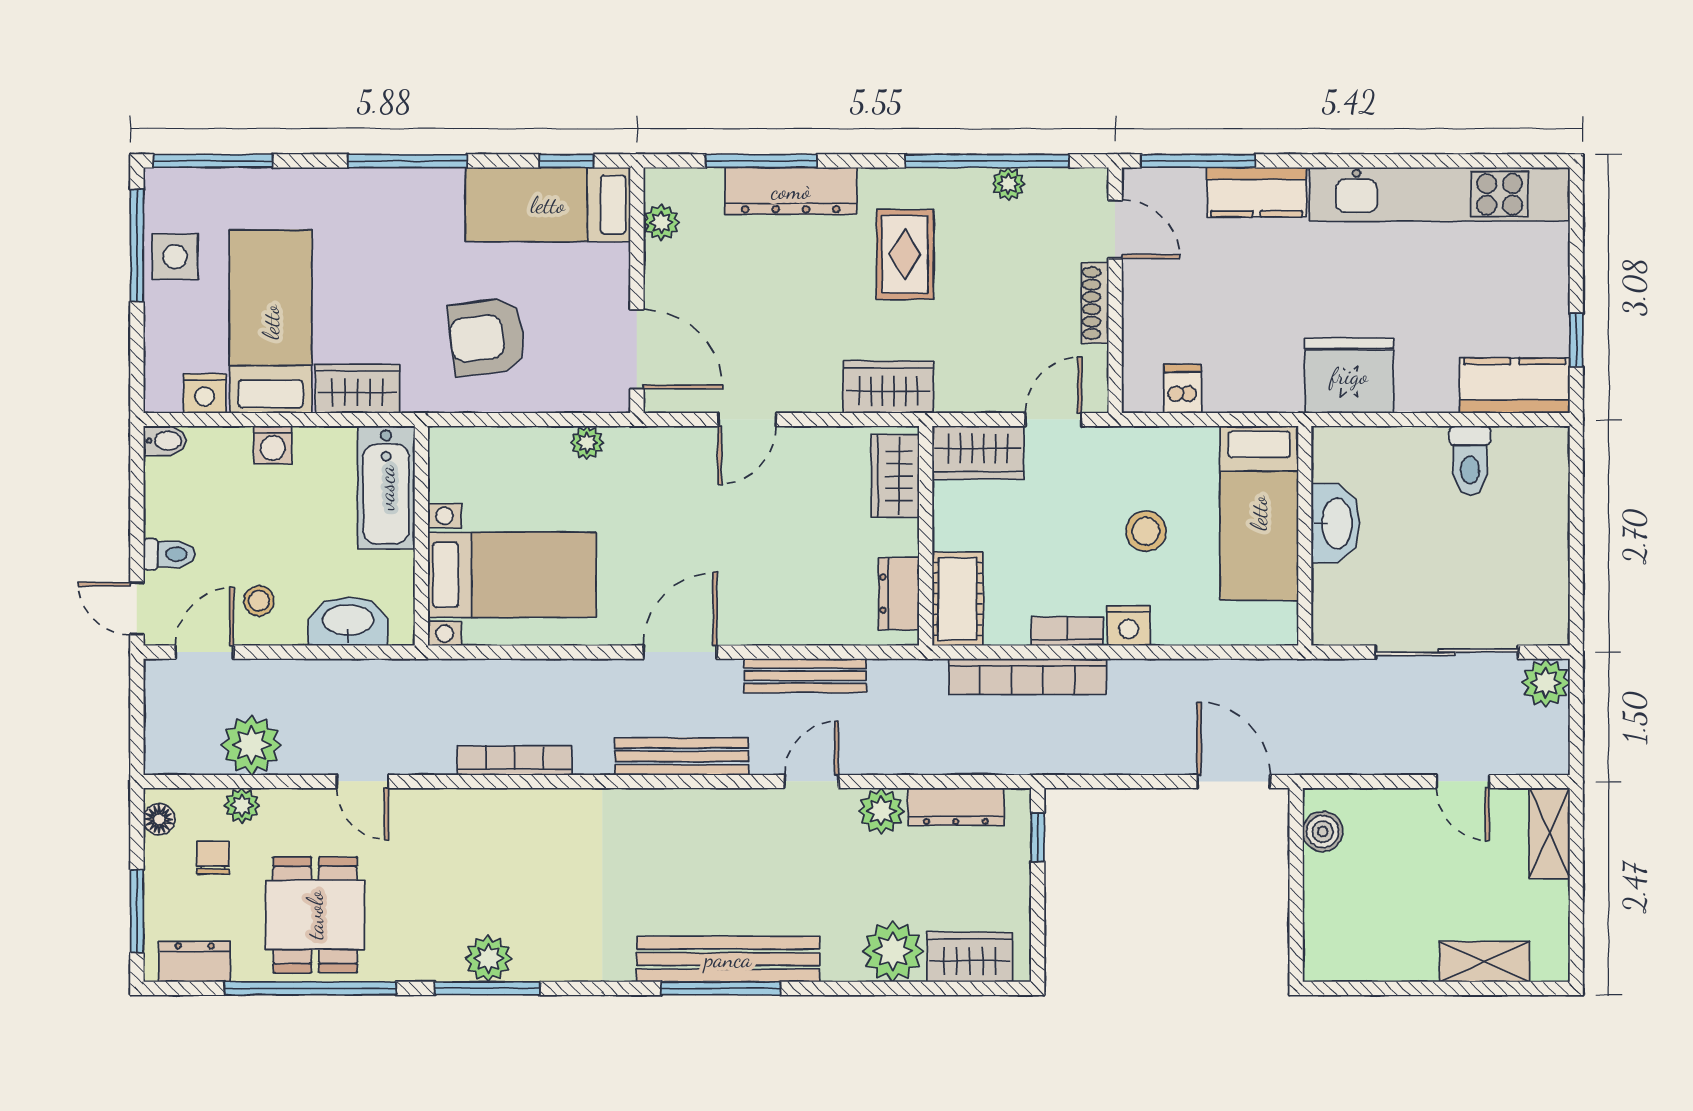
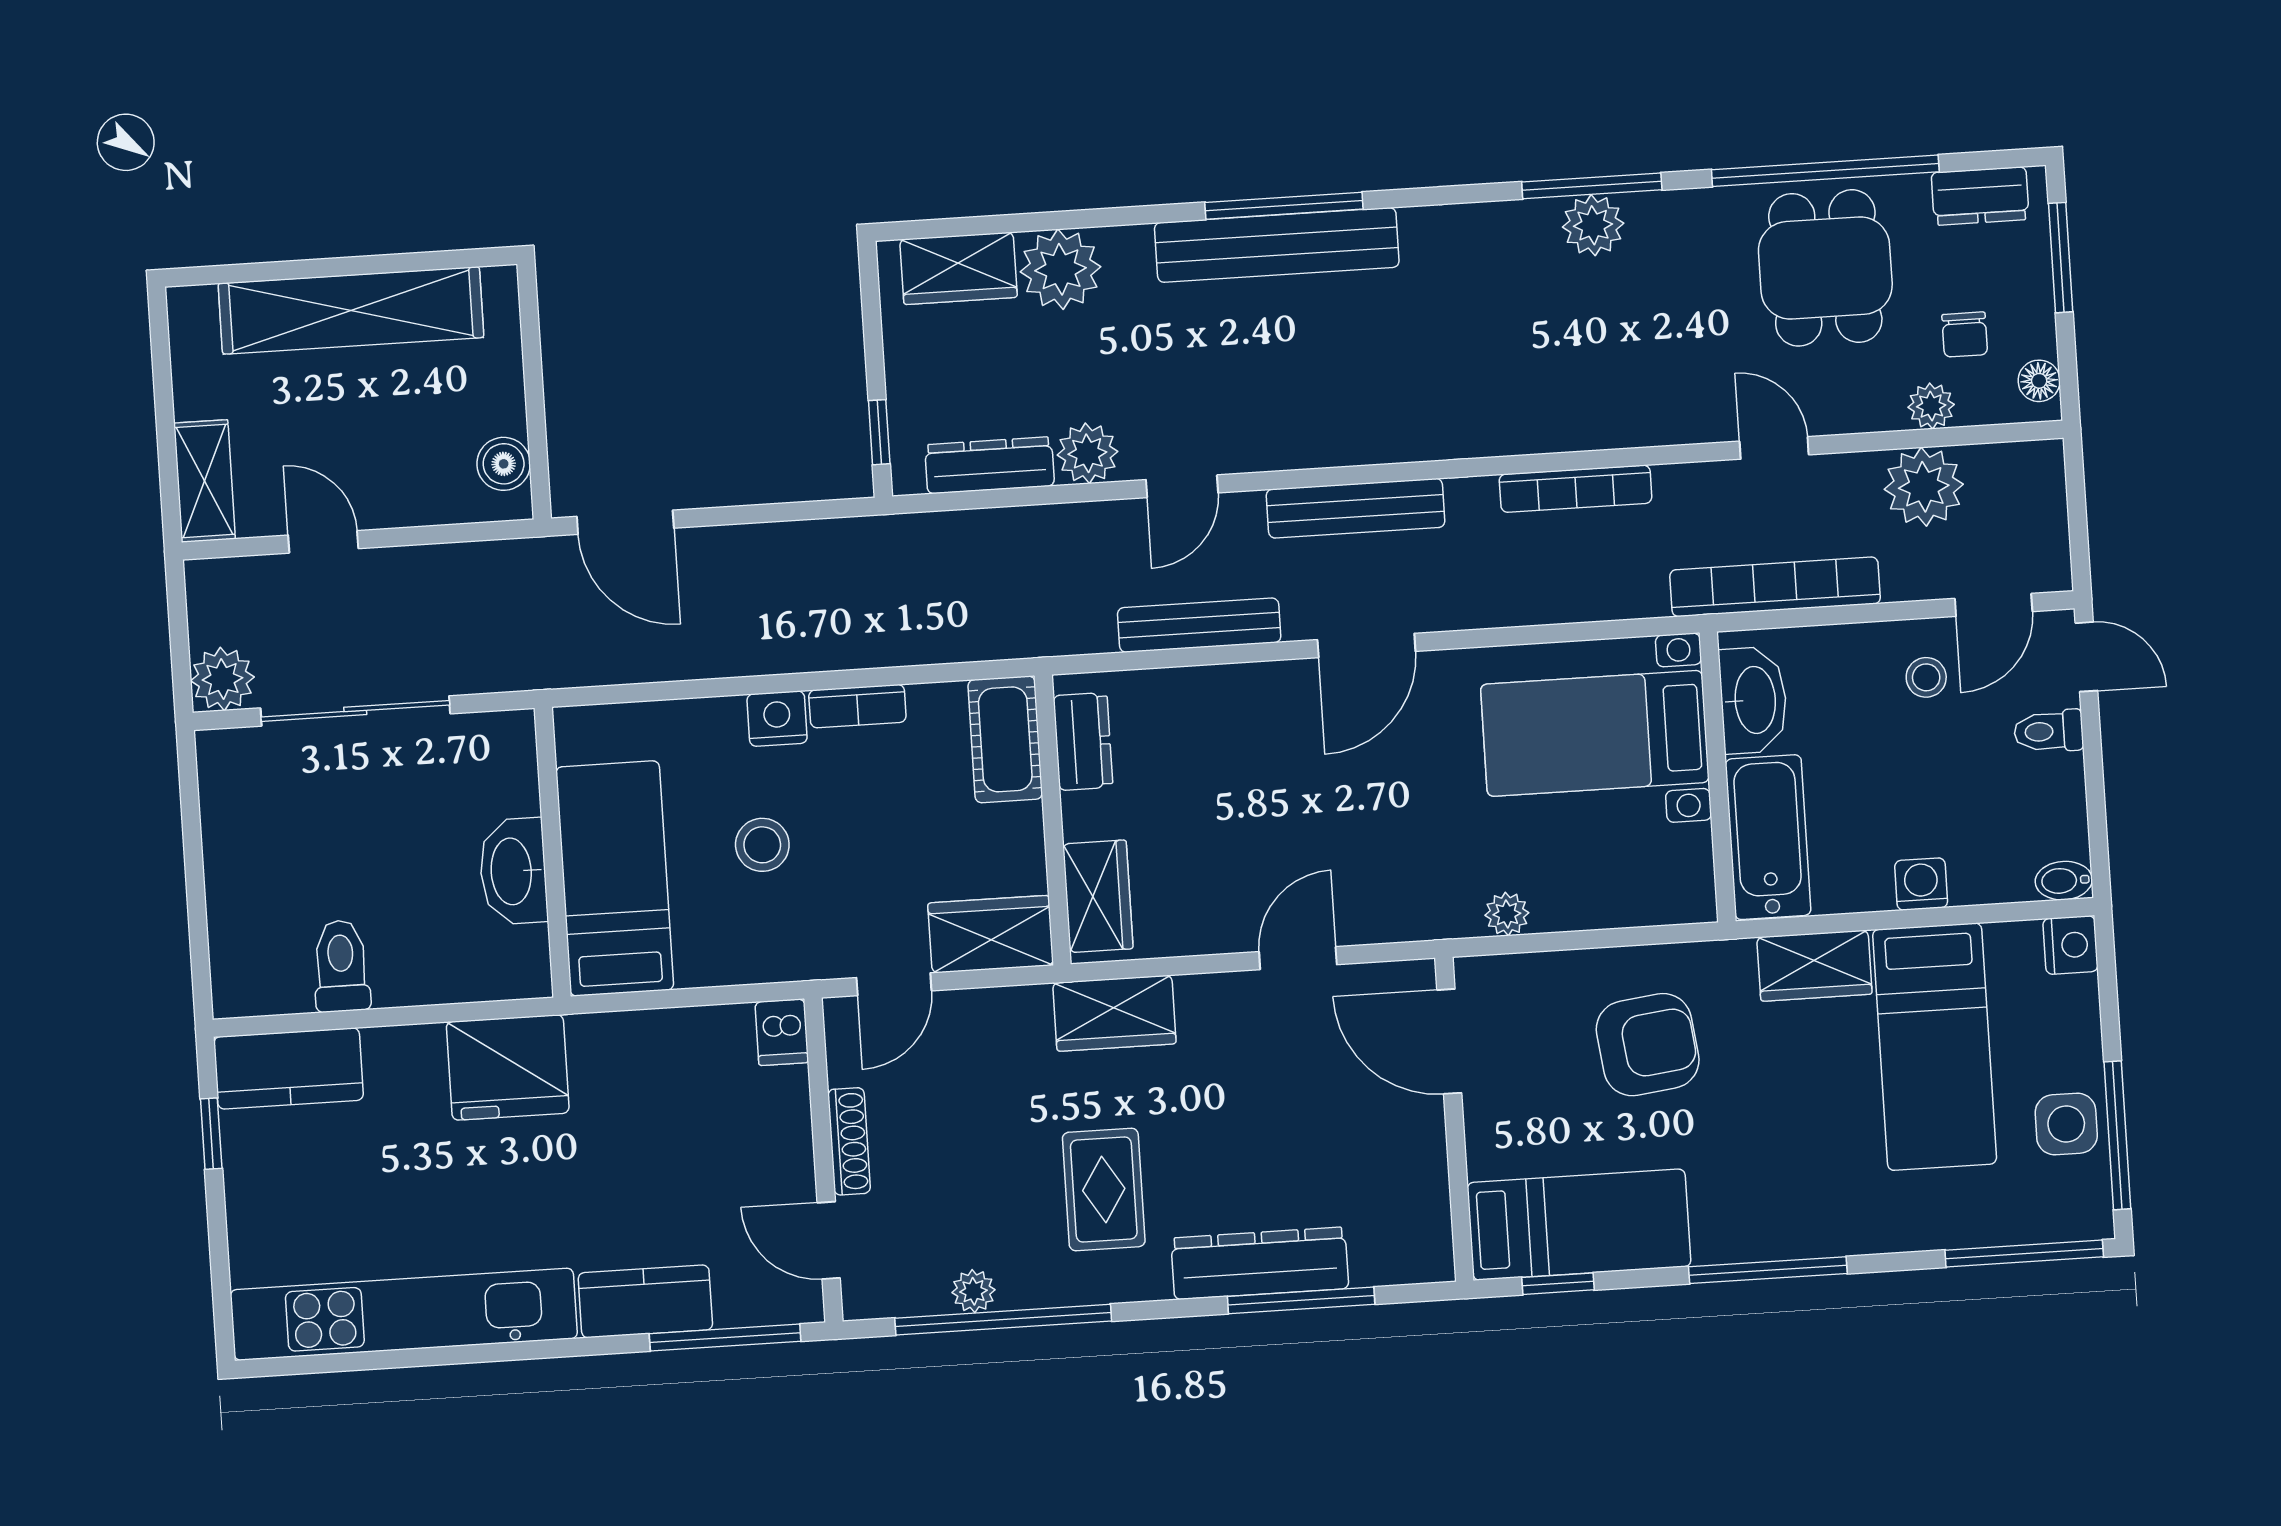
plant: (661, 222) -> (1428, 1211), removed
dishwasher: (1183, 389) -> (782, 1032), moved
nightstand: (205, 393) -> (2070, 945), moved, turned 90
washbasin: (348, 621) -> (1753, 700), moved, turned -90
bookcase: (1028, 677) -> (1775, 587), moved
shelving: (1485, 962) -> (351, 310), width x2.20, depth x1.33

